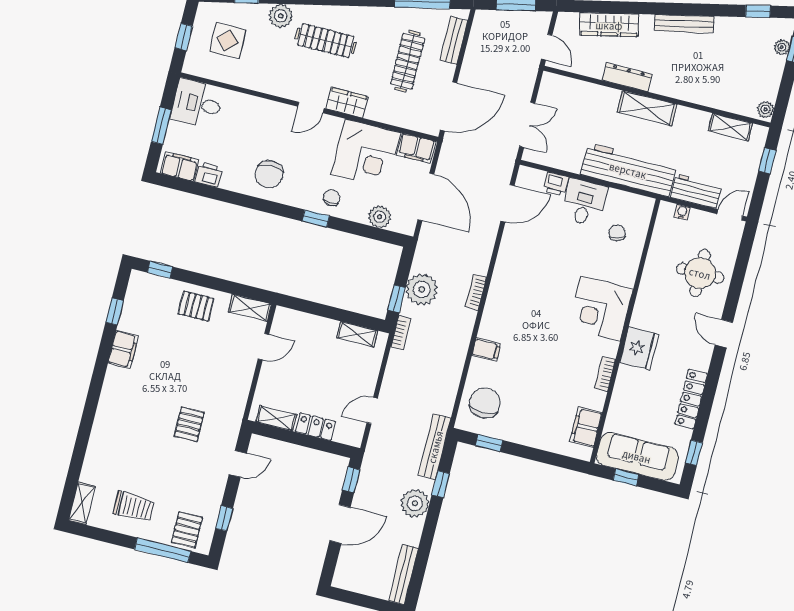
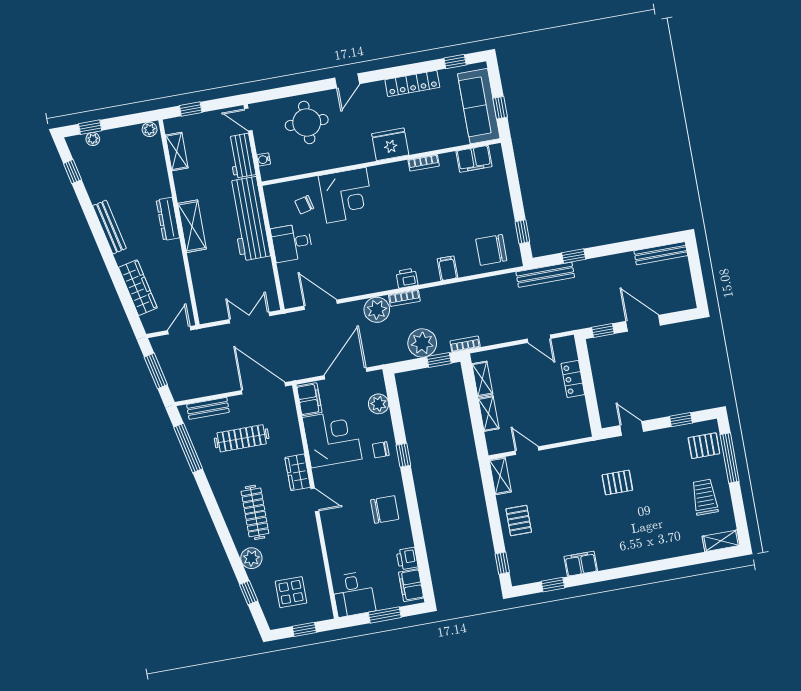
dresser: (627, 77) -> (168, 219), moved
printer: (556, 184) -> (407, 278), moved, turned -90
corner desk: (600, 309) -> (346, 195), moved
shelving: (276, 418) -> (489, 414), moved
plant: (415, 503) -> (377, 310), moved

